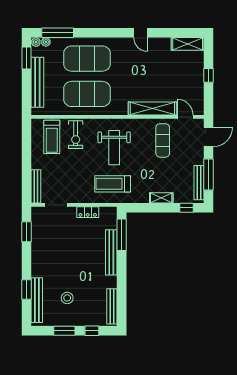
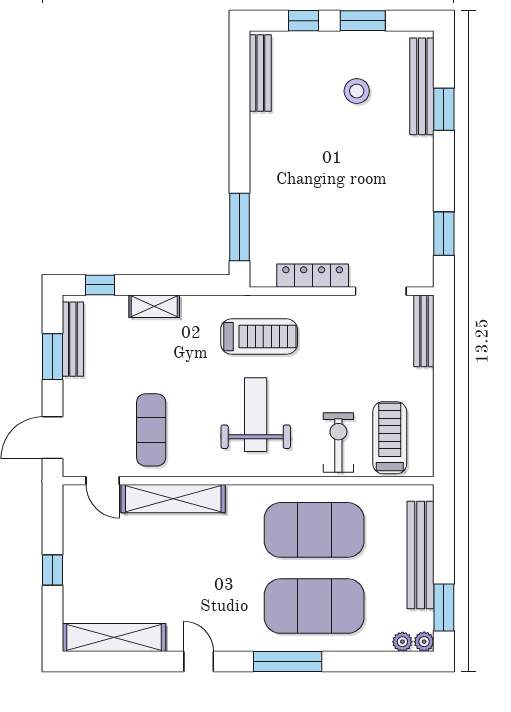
window: (58, 33) -> (288, 661), moved
shelving: (188, 44) -> (114, 637), width x1.47
window: (209, 175) -> (53, 357), width x0.69
locker: (88, 212) -> (313, 276), width x1.53
bench: (111, 252) -> (262, 189), removed

